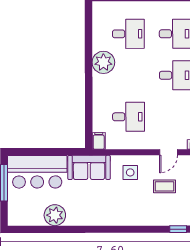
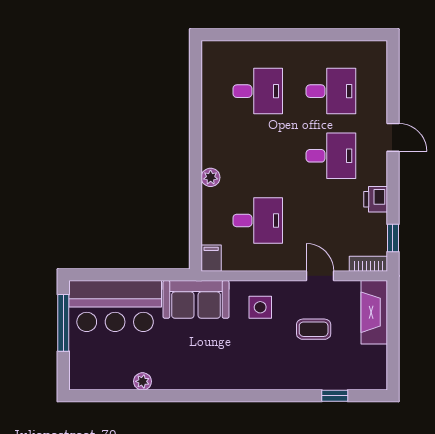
plant: (103, 62) -> (211, 177), moved, width x0.53, depth x0.53
door: (169, 152) -> (320, 276), swing flipped
plant: (55, 215) -> (143, 381), width x0.53, depth x0.53

